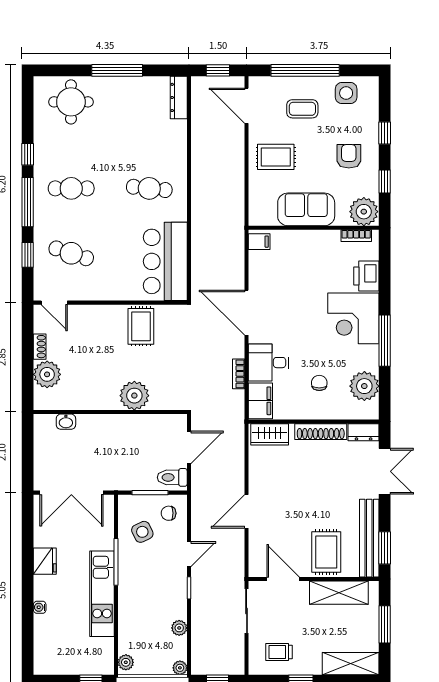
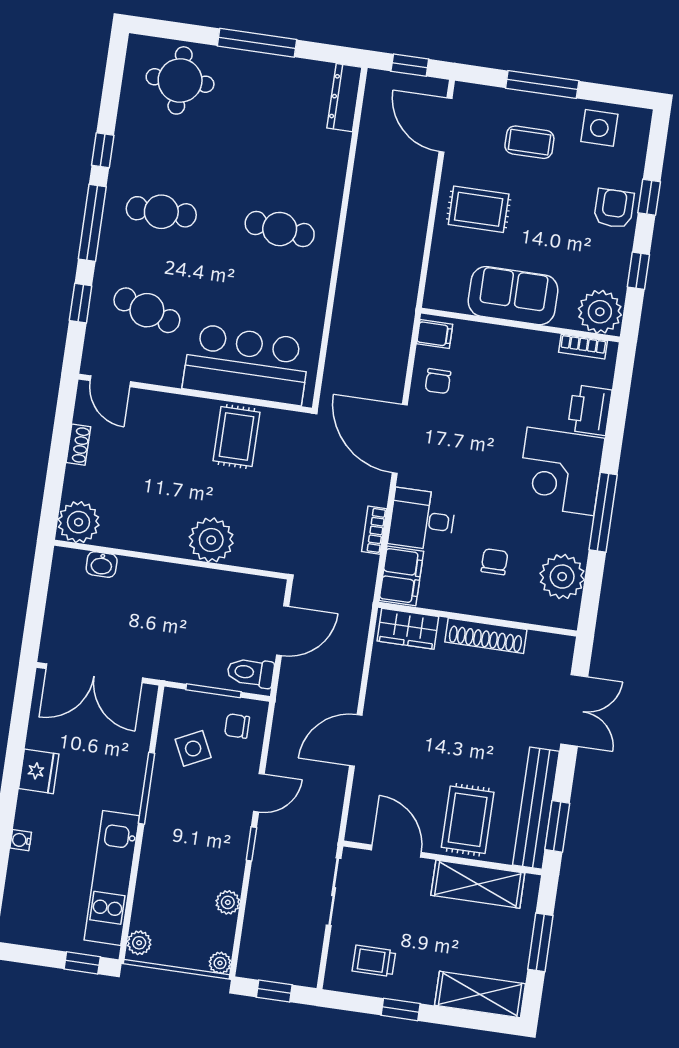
window: (305, 70) -> (542, 84), width x0.68
armchair: (349, 156) -> (614, 208), moved
bar counter: (165, 261) -> (246, 364), moved, turned 90
chair: (266, 272) -> (438, 381), added
plant: (47, 374) -> (79, 522), moved
dresser: (364, 432) -> (551, 646), removed
kitchen unit: (102, 594) -> (112, 878), moved

